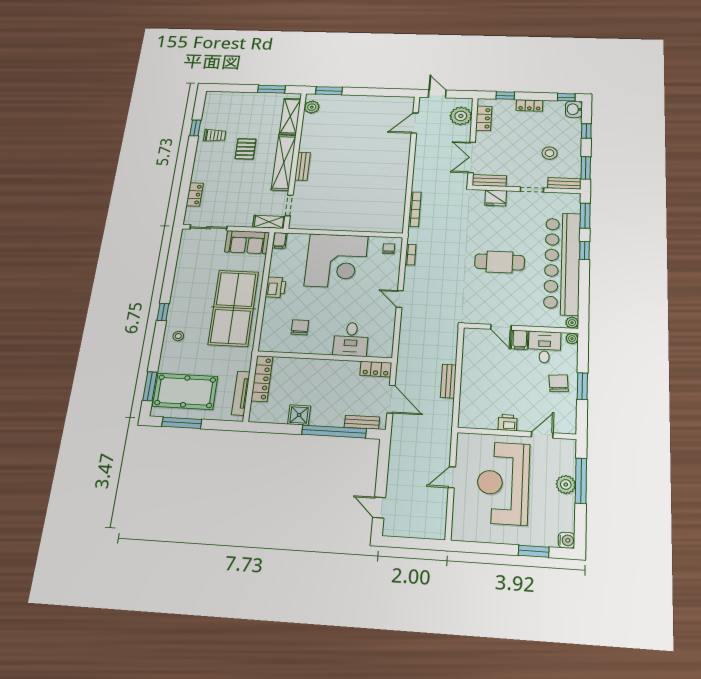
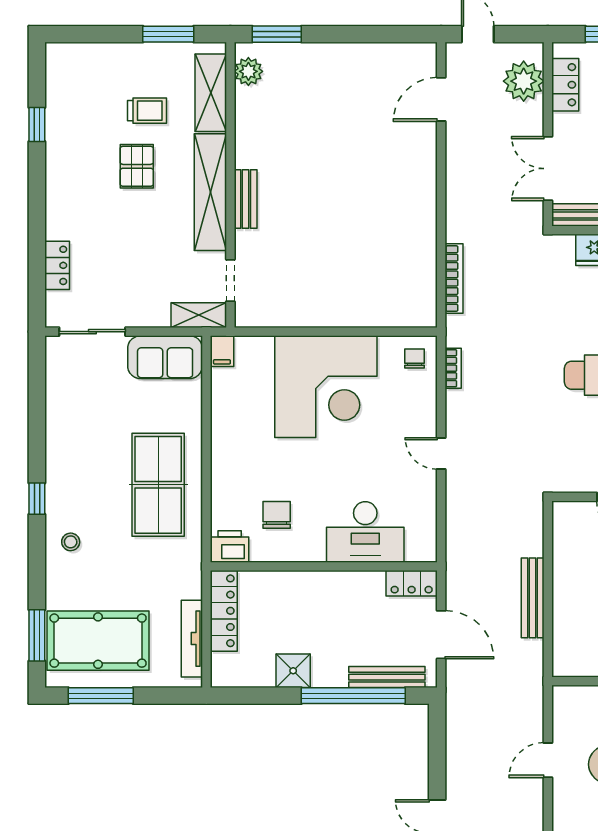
trolley: (215, 135) -> (147, 111), moved
printer: (276, 287) -> (230, 546), moved, turned -90
table tennis table: (233, 308) -> (158, 485), width x0.73, depth x0.76
desk: (351, 339) -> (365, 532), width x1.37
bench: (448, 381) -> (533, 598), width x1.36
bench: (362, 422) -> (387, 677), width x1.36

